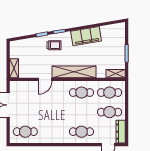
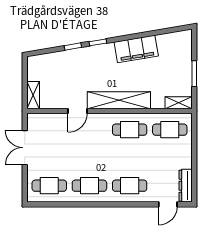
trolley: (54, 45) -> (90, 62), removed
cafe table: (110, 112) -> (89, 186), moved

